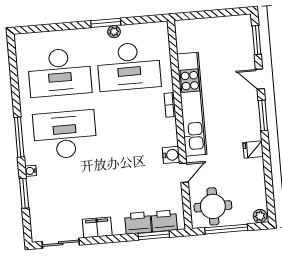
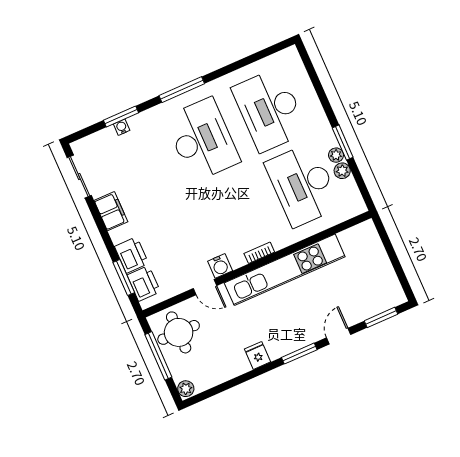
plant: (128, 31) -> (342, 171), added
bookcase: (170, 105) -> (259, 253), moved
water cooler: (31, 171) -> (122, 127), moved

